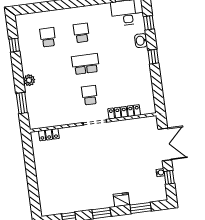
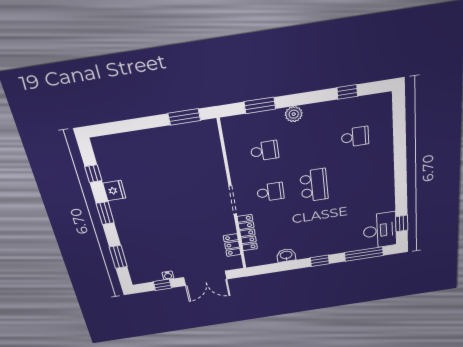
window: (149, 23) -> (364, 254), width x2.17
school desk: (81, 33) -> (265, 151), moved
washbasin: (141, 41) -> (286, 255), moved
locker: (49, 135) -> (232, 245), moved
window: (28, 153) -> (184, 117), added
fridge: (121, 200) -> (114, 191), moved

